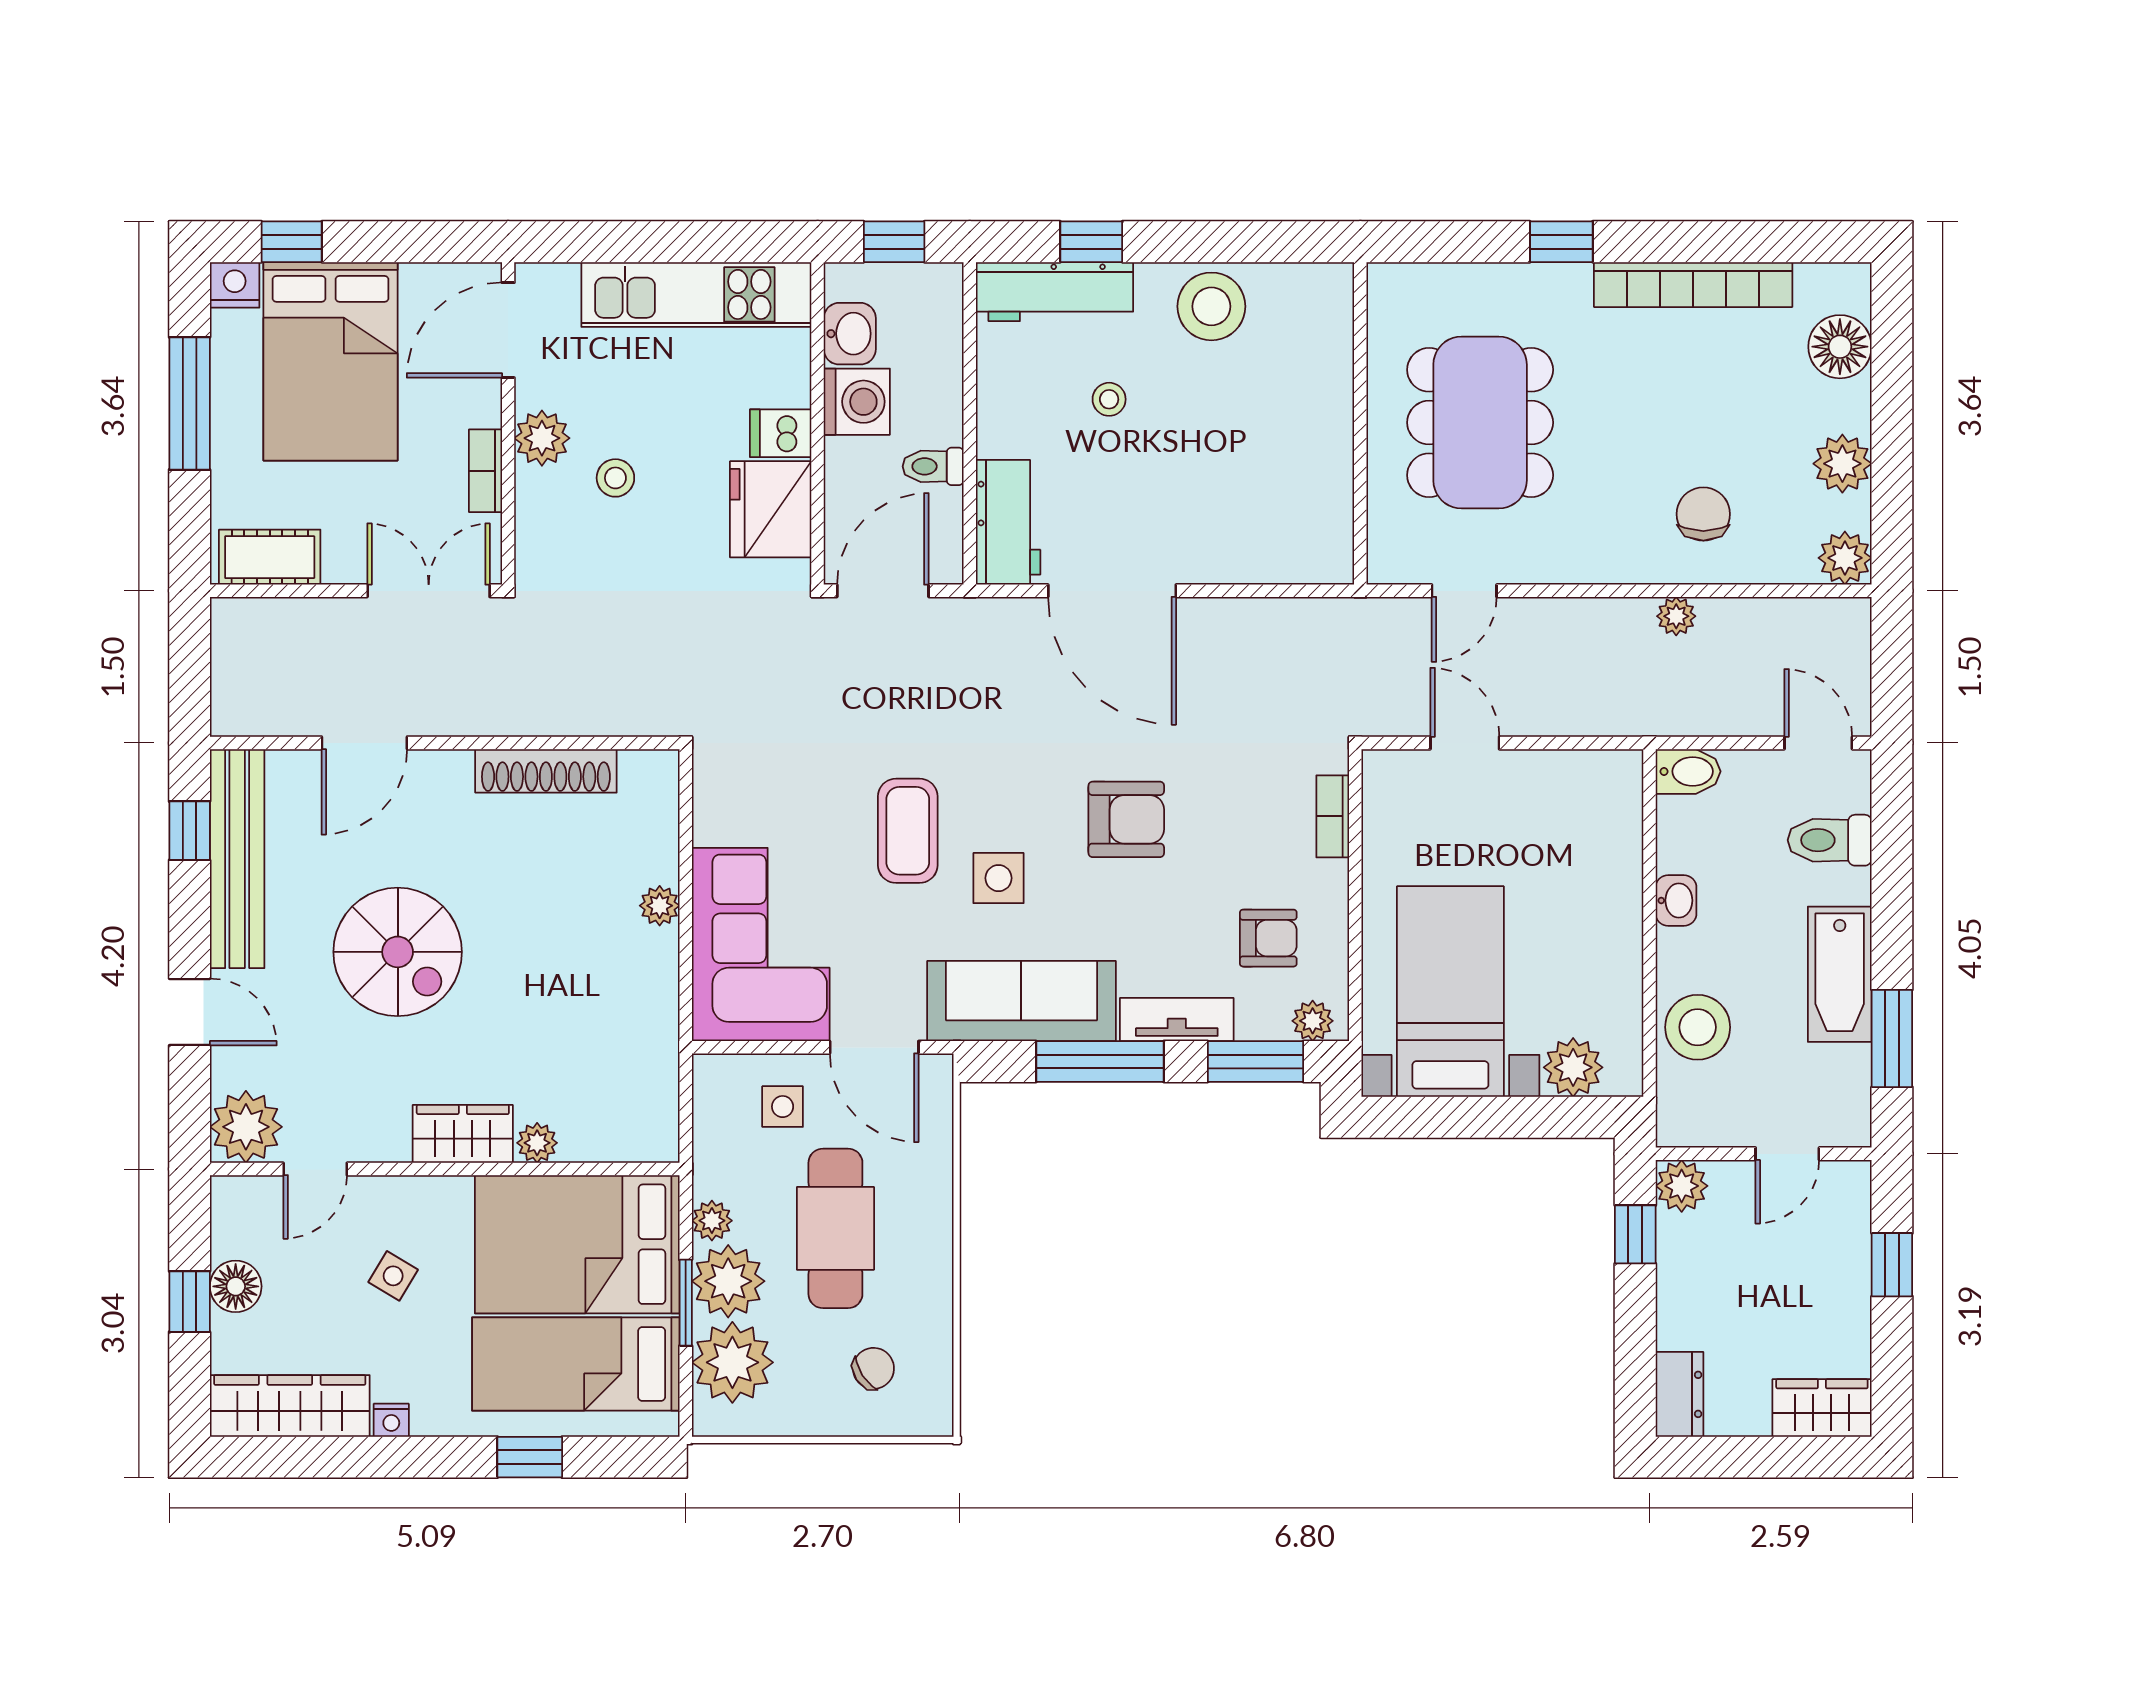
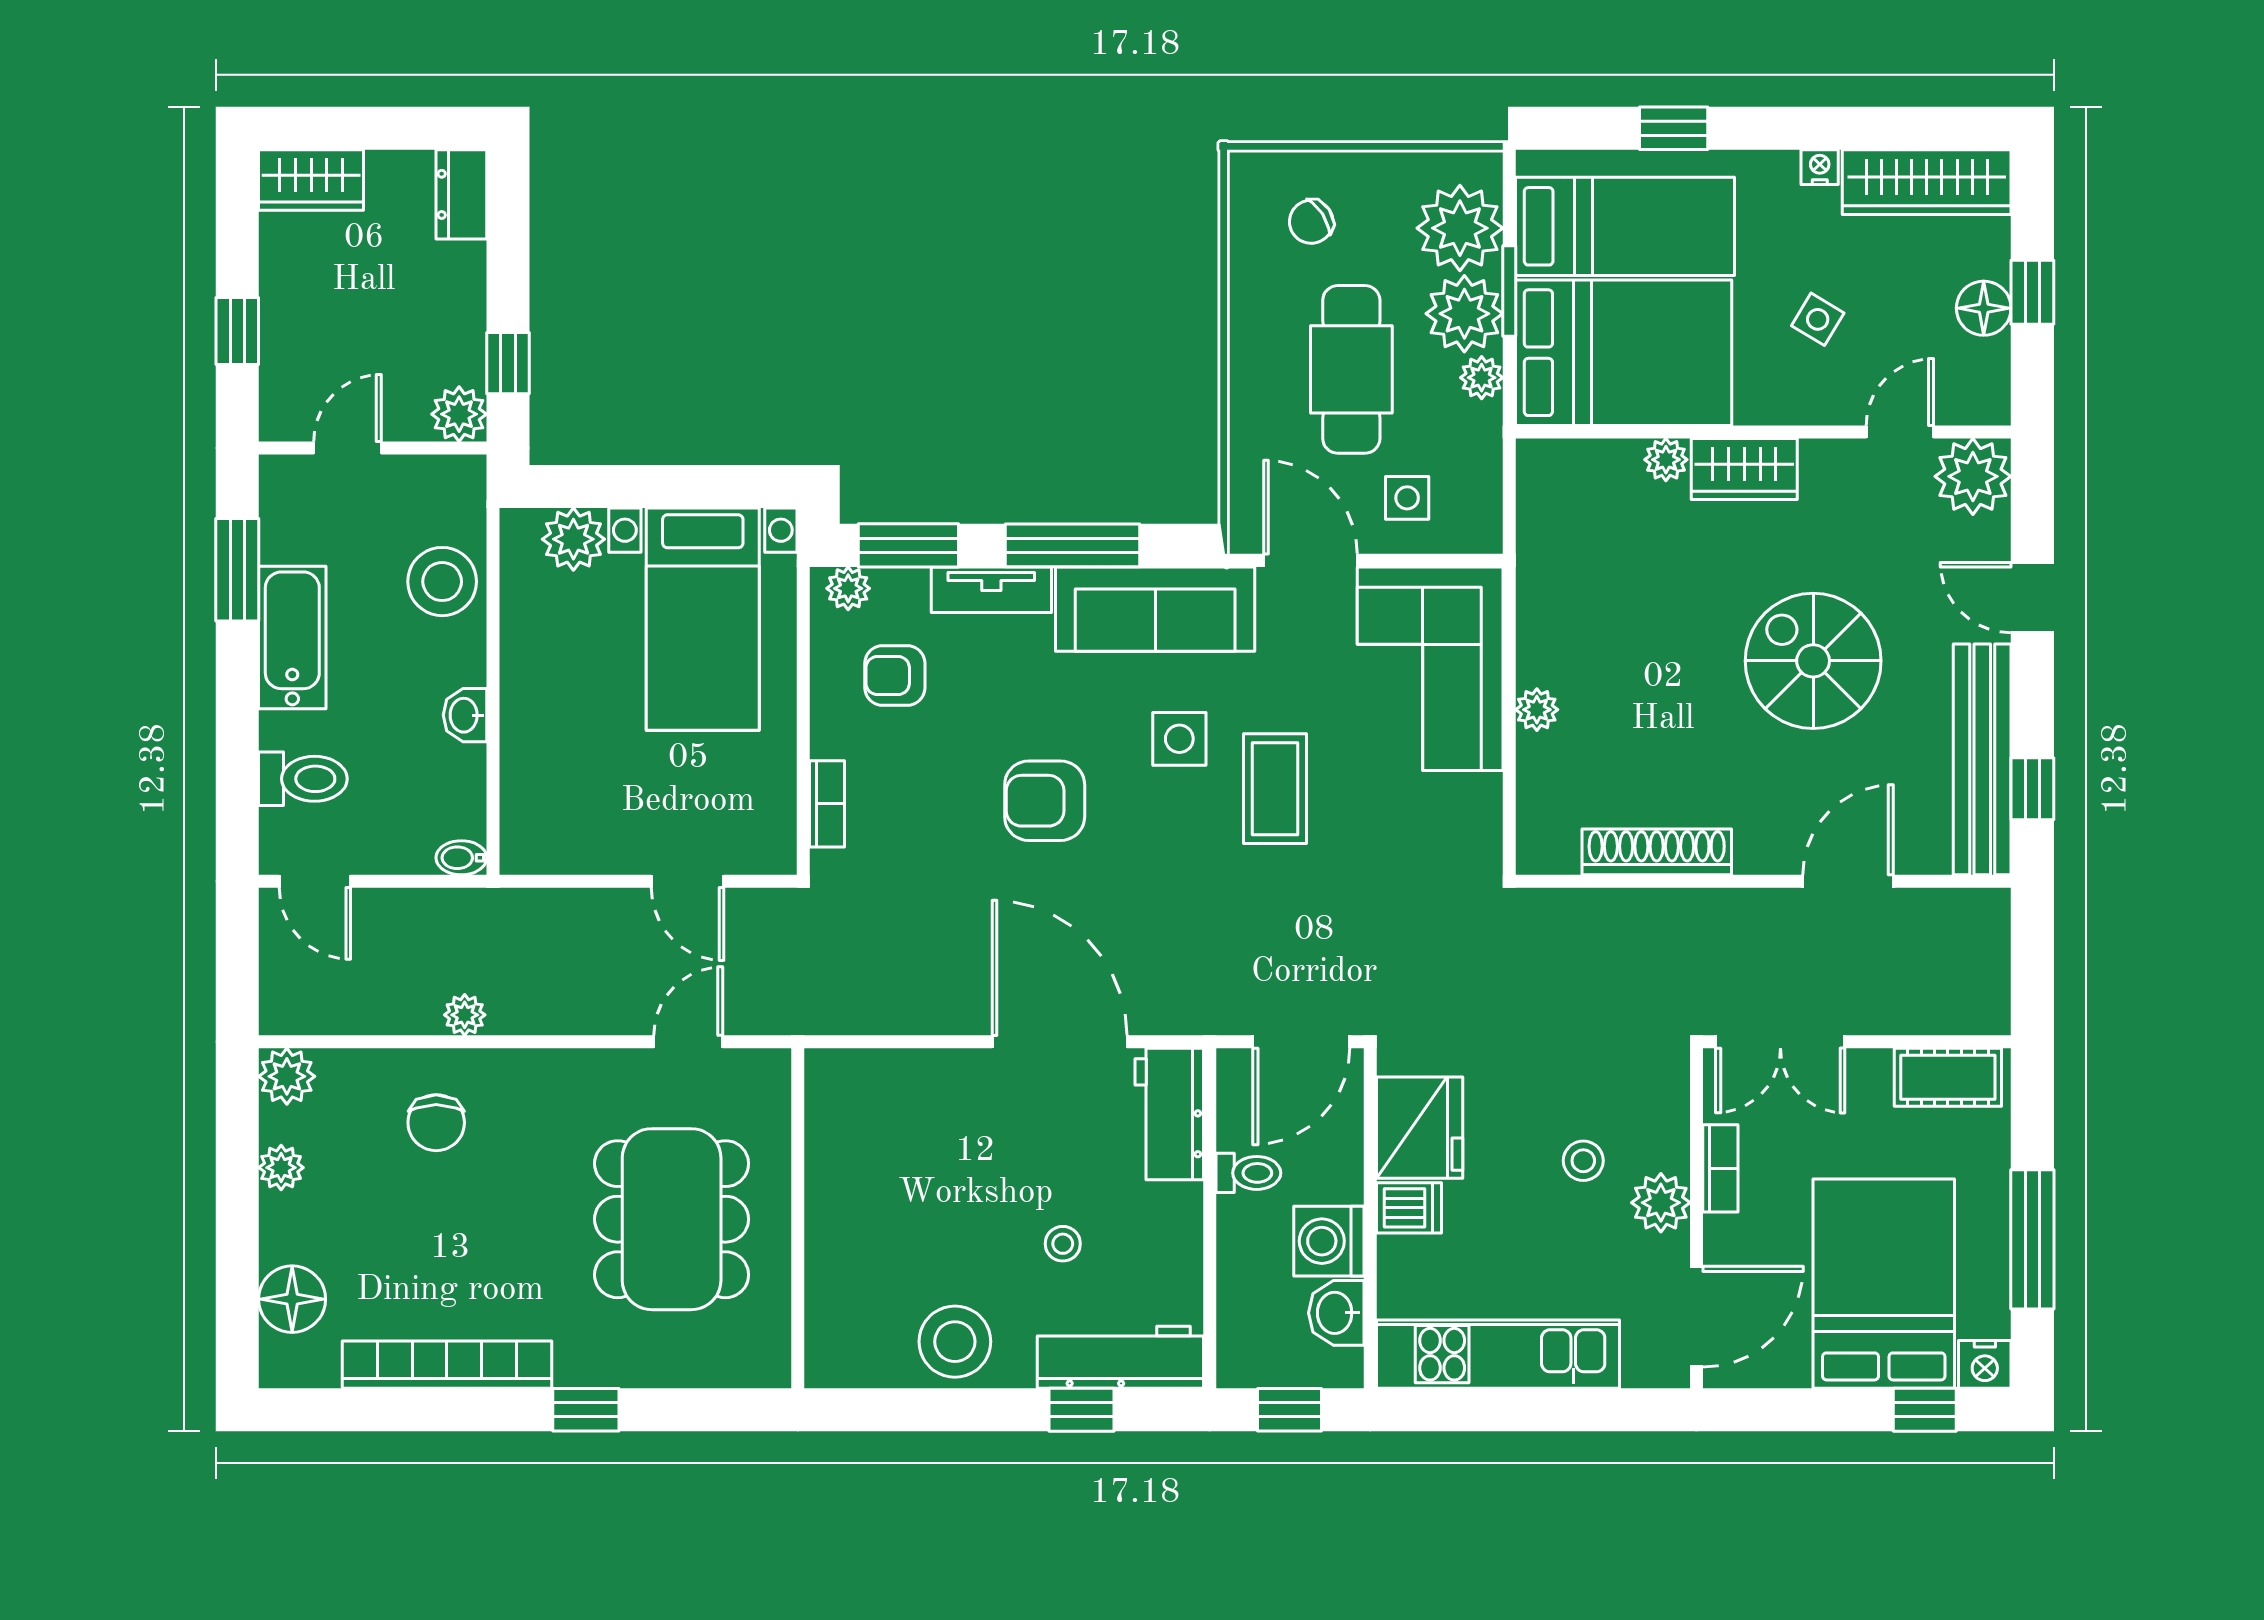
plant: (1842, 464) -> (281, 1168), width x0.73, depth x0.73
bidet: (1688, 771) -> (461, 858), width x0.72, depth x0.74

